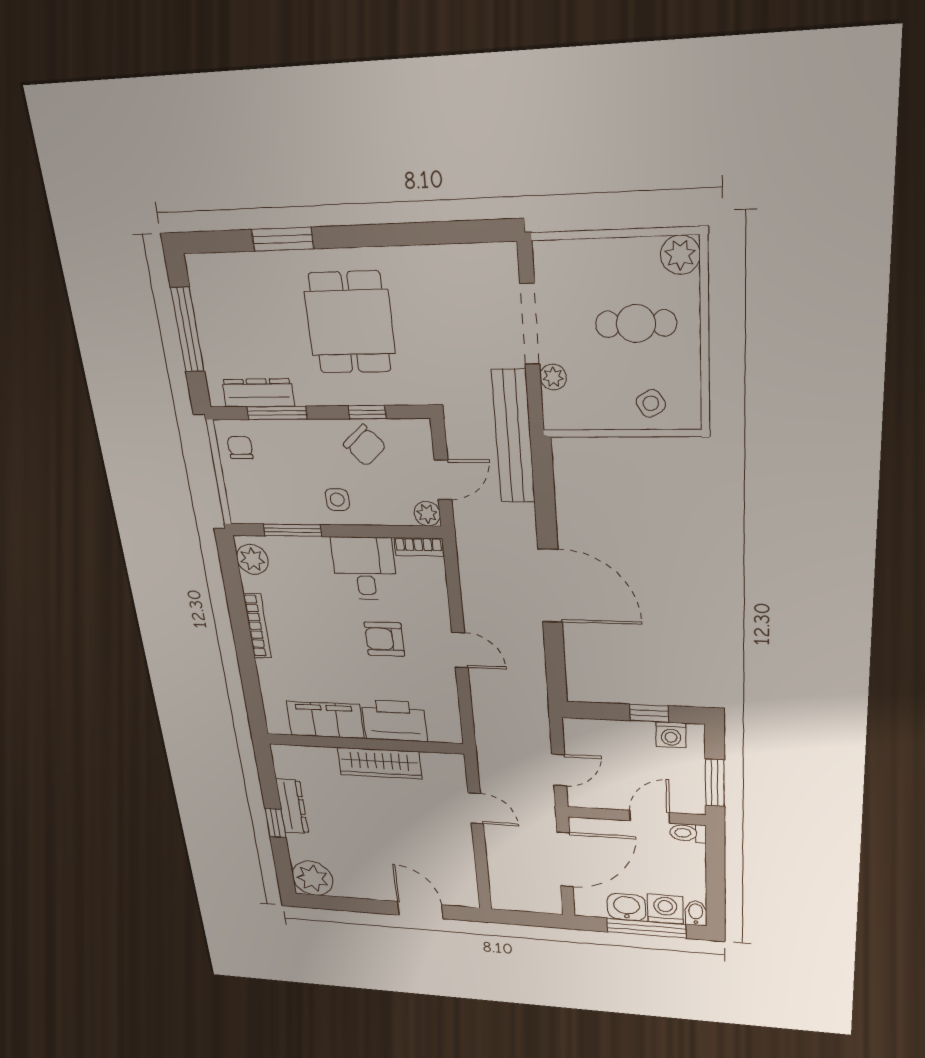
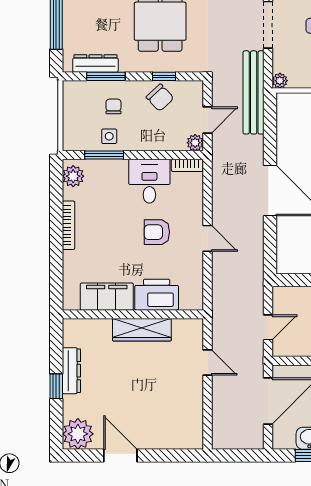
plant: (553, 377) -> (280, 81), moved
chair: (240, 448) -> (113, 106), moved
side table: (337, 500) -> (109, 136), moved
door: (420, 910) -> (120, 456), moved

